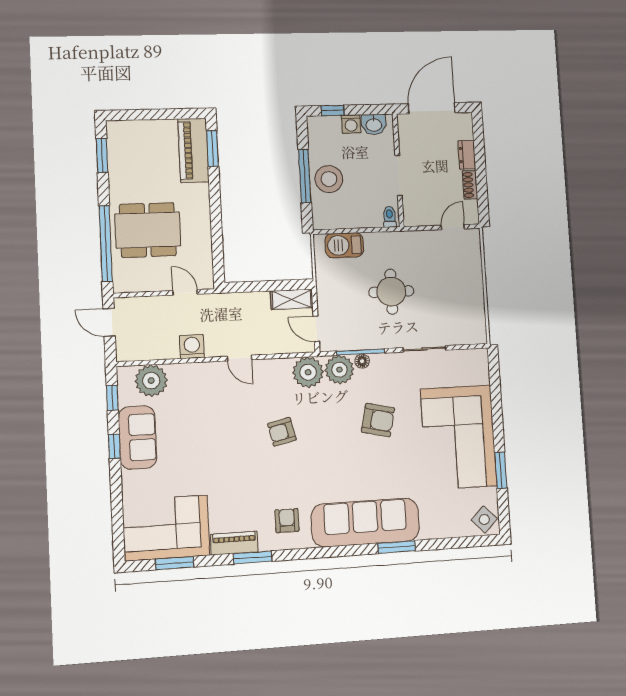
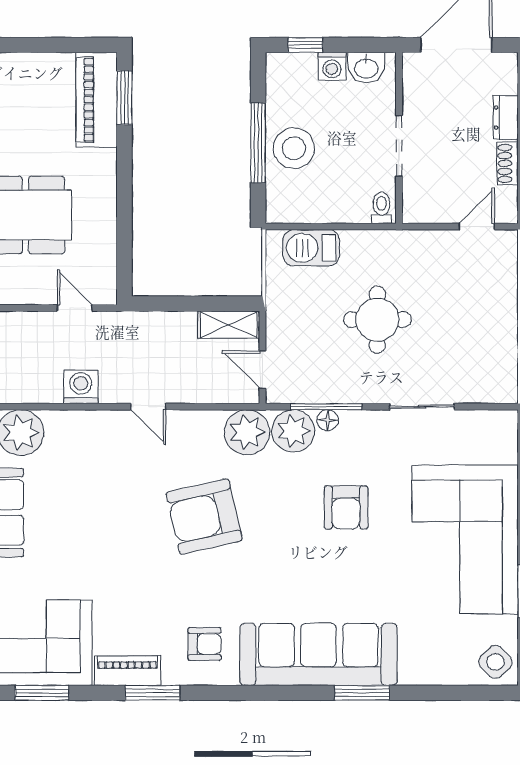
armchair: (378, 420) -> (346, 507), turned 77
armchair: (282, 432) -> (204, 516), width x1.88, depth x1.88
armchair: (287, 521) -> (205, 644), turned 90

